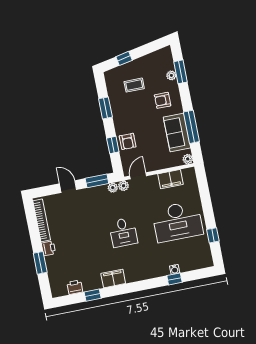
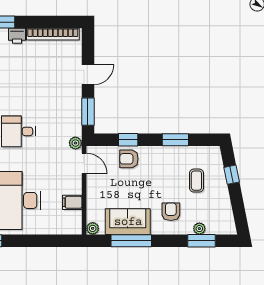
filing cabinet: (170, 179) -> (72, 202), width x0.50
plant: (113, 188) -> (76, 129), removed

